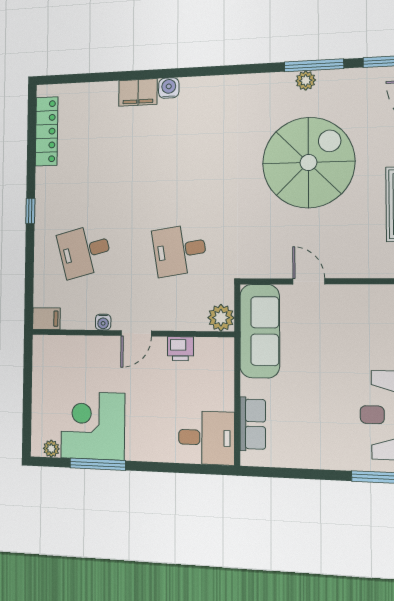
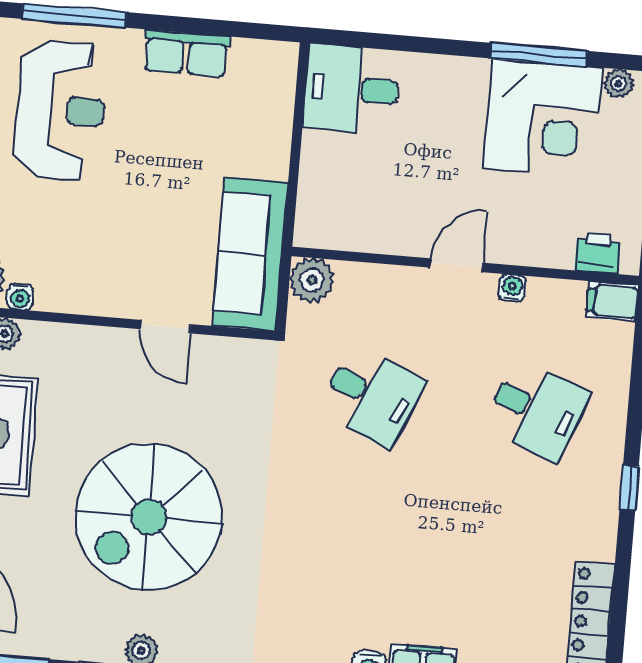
desk: (180, 250) -> (372, 396), turned 33
desk: (85, 251) -> (536, 410), turned 36
printer: (180, 349) -> (598, 253), moved
row of seats: (253, 424) -> (186, 53), moved, turned -90

